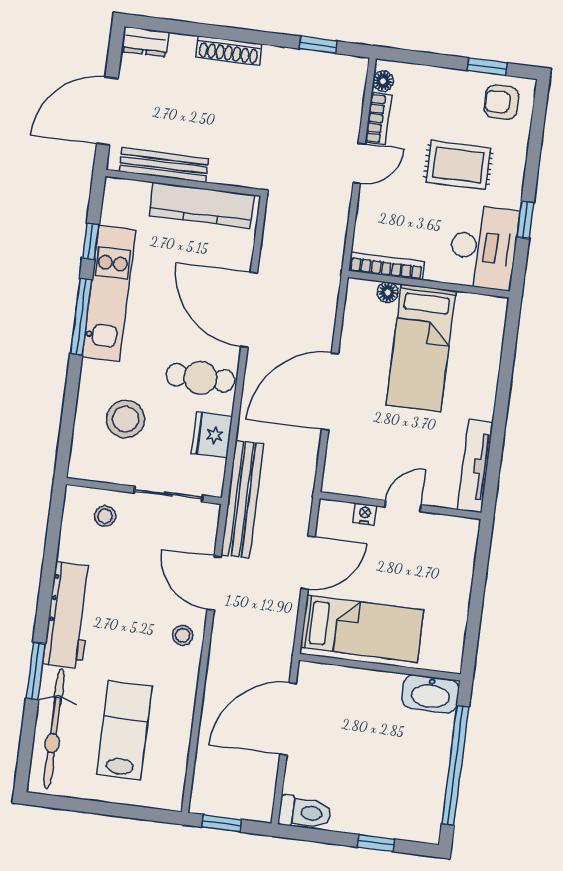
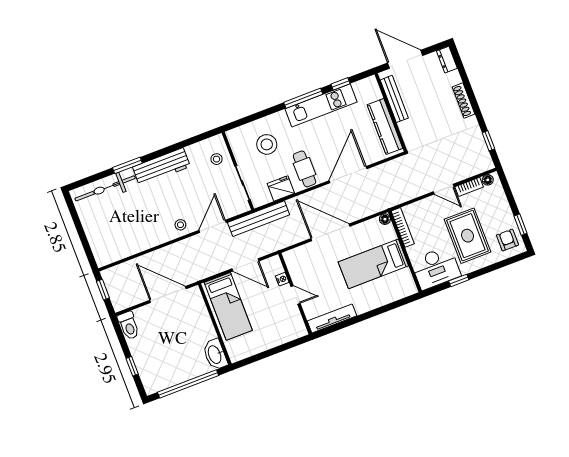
rug: (458, 165) -> (468, 236), width x1.36, depth x1.43
floor lamp: (388, 292) -> (385, 219), moved
lab bench: (124, 730) -> (122, 221), removed

